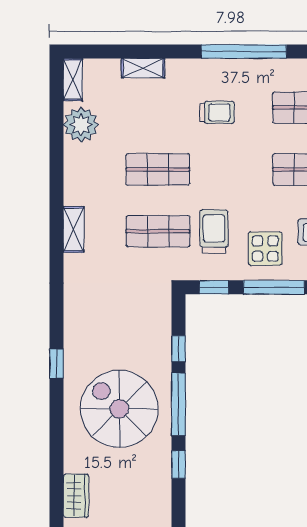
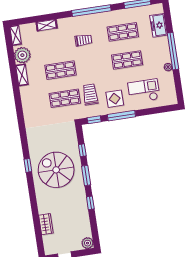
shelving: (74, 229) -> (22, 75), moved
window: (178, 404) -> (86, 175), width x0.69
spiral stairs: (119, 409) -> (56, 170), moved

